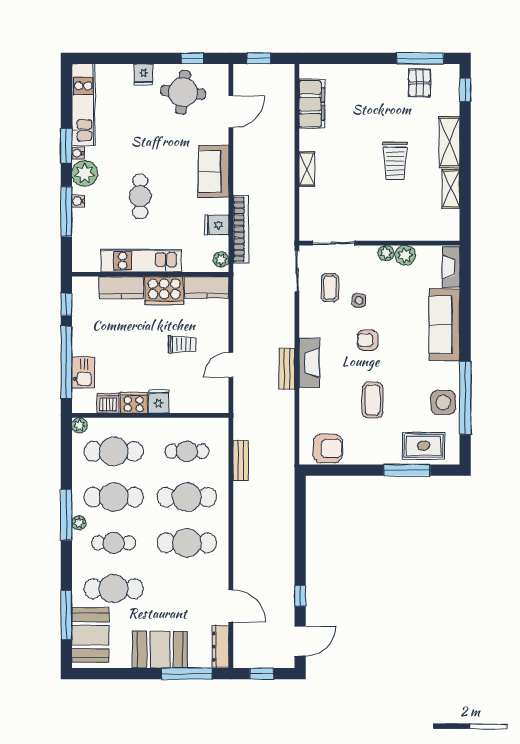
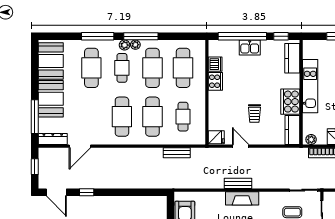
kitchen counter: (121, 288) -> (292, 58), moved
kitchen sink: (83, 373) -> (250, 47), moved
fridge: (159, 401) -> (216, 137), moved
plant: (79, 425) -> (125, 45), moved
window: (66, 615) -> (98, 36), moved
booth: (90, 635) -> (51, 61), moved, turned 90

